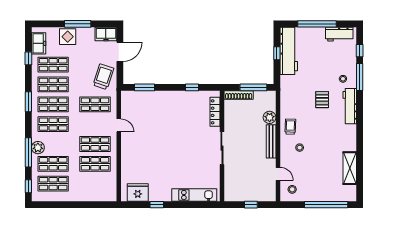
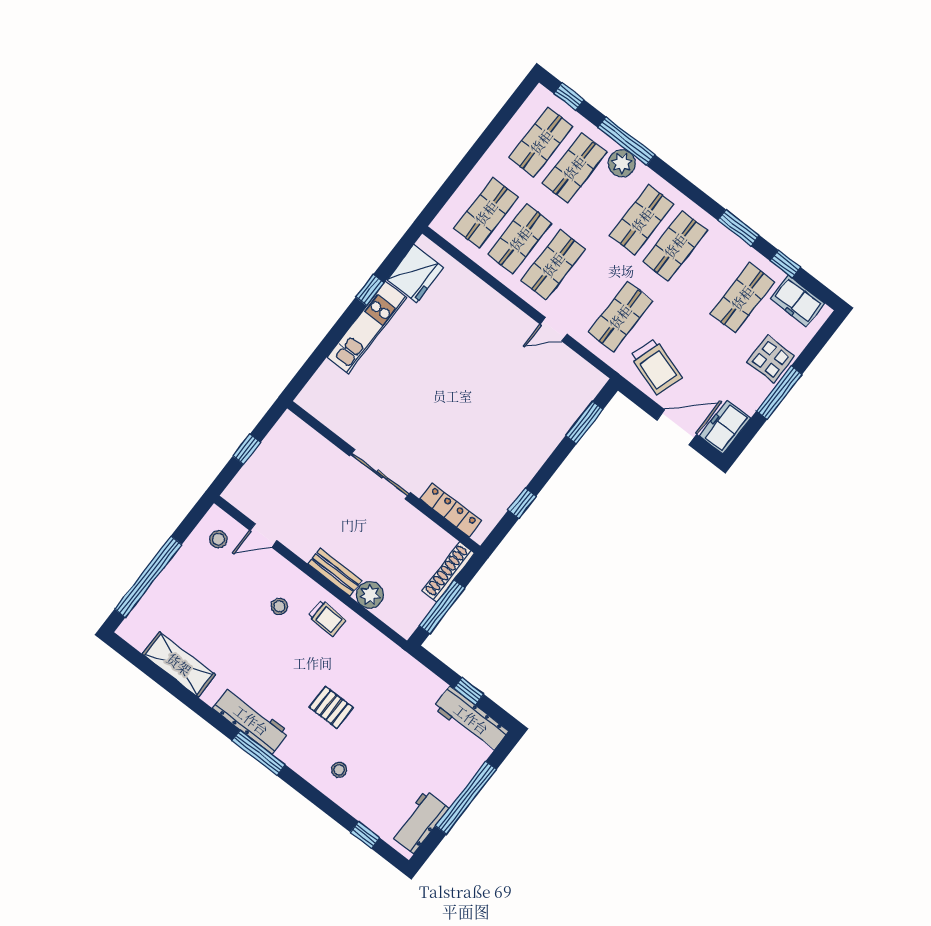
workbench: (289, 51) -> (471, 719), width x0.73, depth x0.76
door: (120, 52) -> (677, 427), swing flipped
window: (360, 77) -> (259, 753), moved
shop shelf: (53, 84) -> (486, 213), moved
window: (28, 102) -> (738, 228), moved
workbench: (350, 106) -> (251, 720), moved
bench: (271, 141) -> (335, 572), width x0.73
kitchen unit: (194, 195) -> (367, 327), moved

